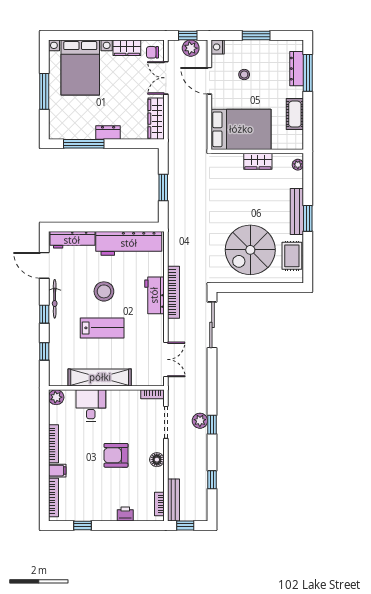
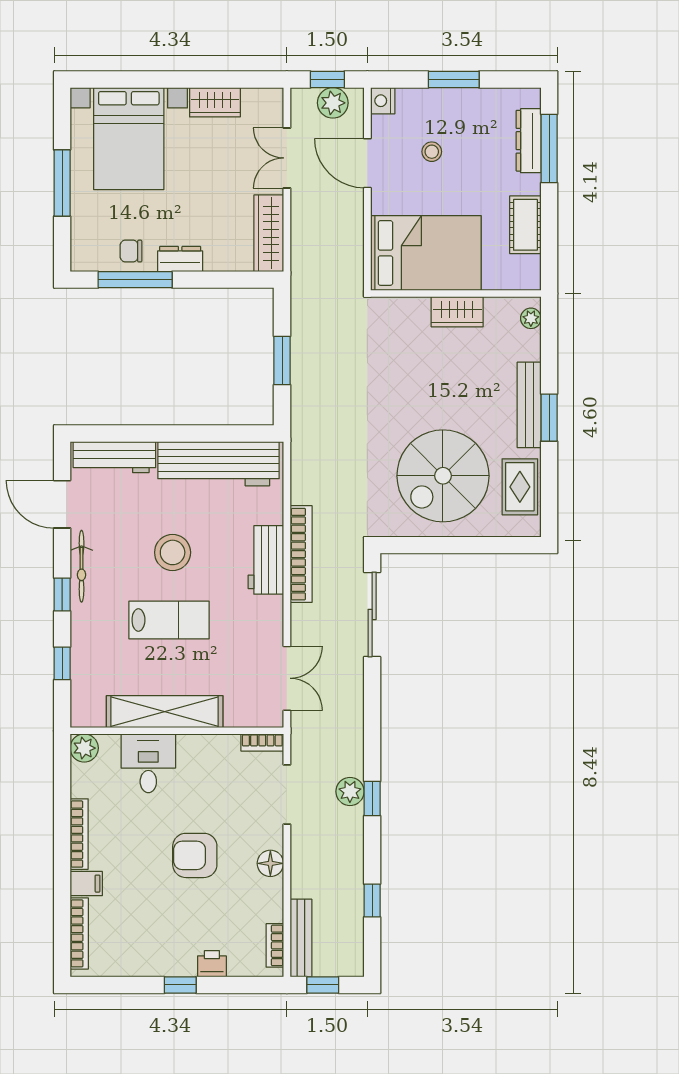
chair: (152, 52) -> (131, 251), moved
window: (82, 525) -> (180, 985), moved

